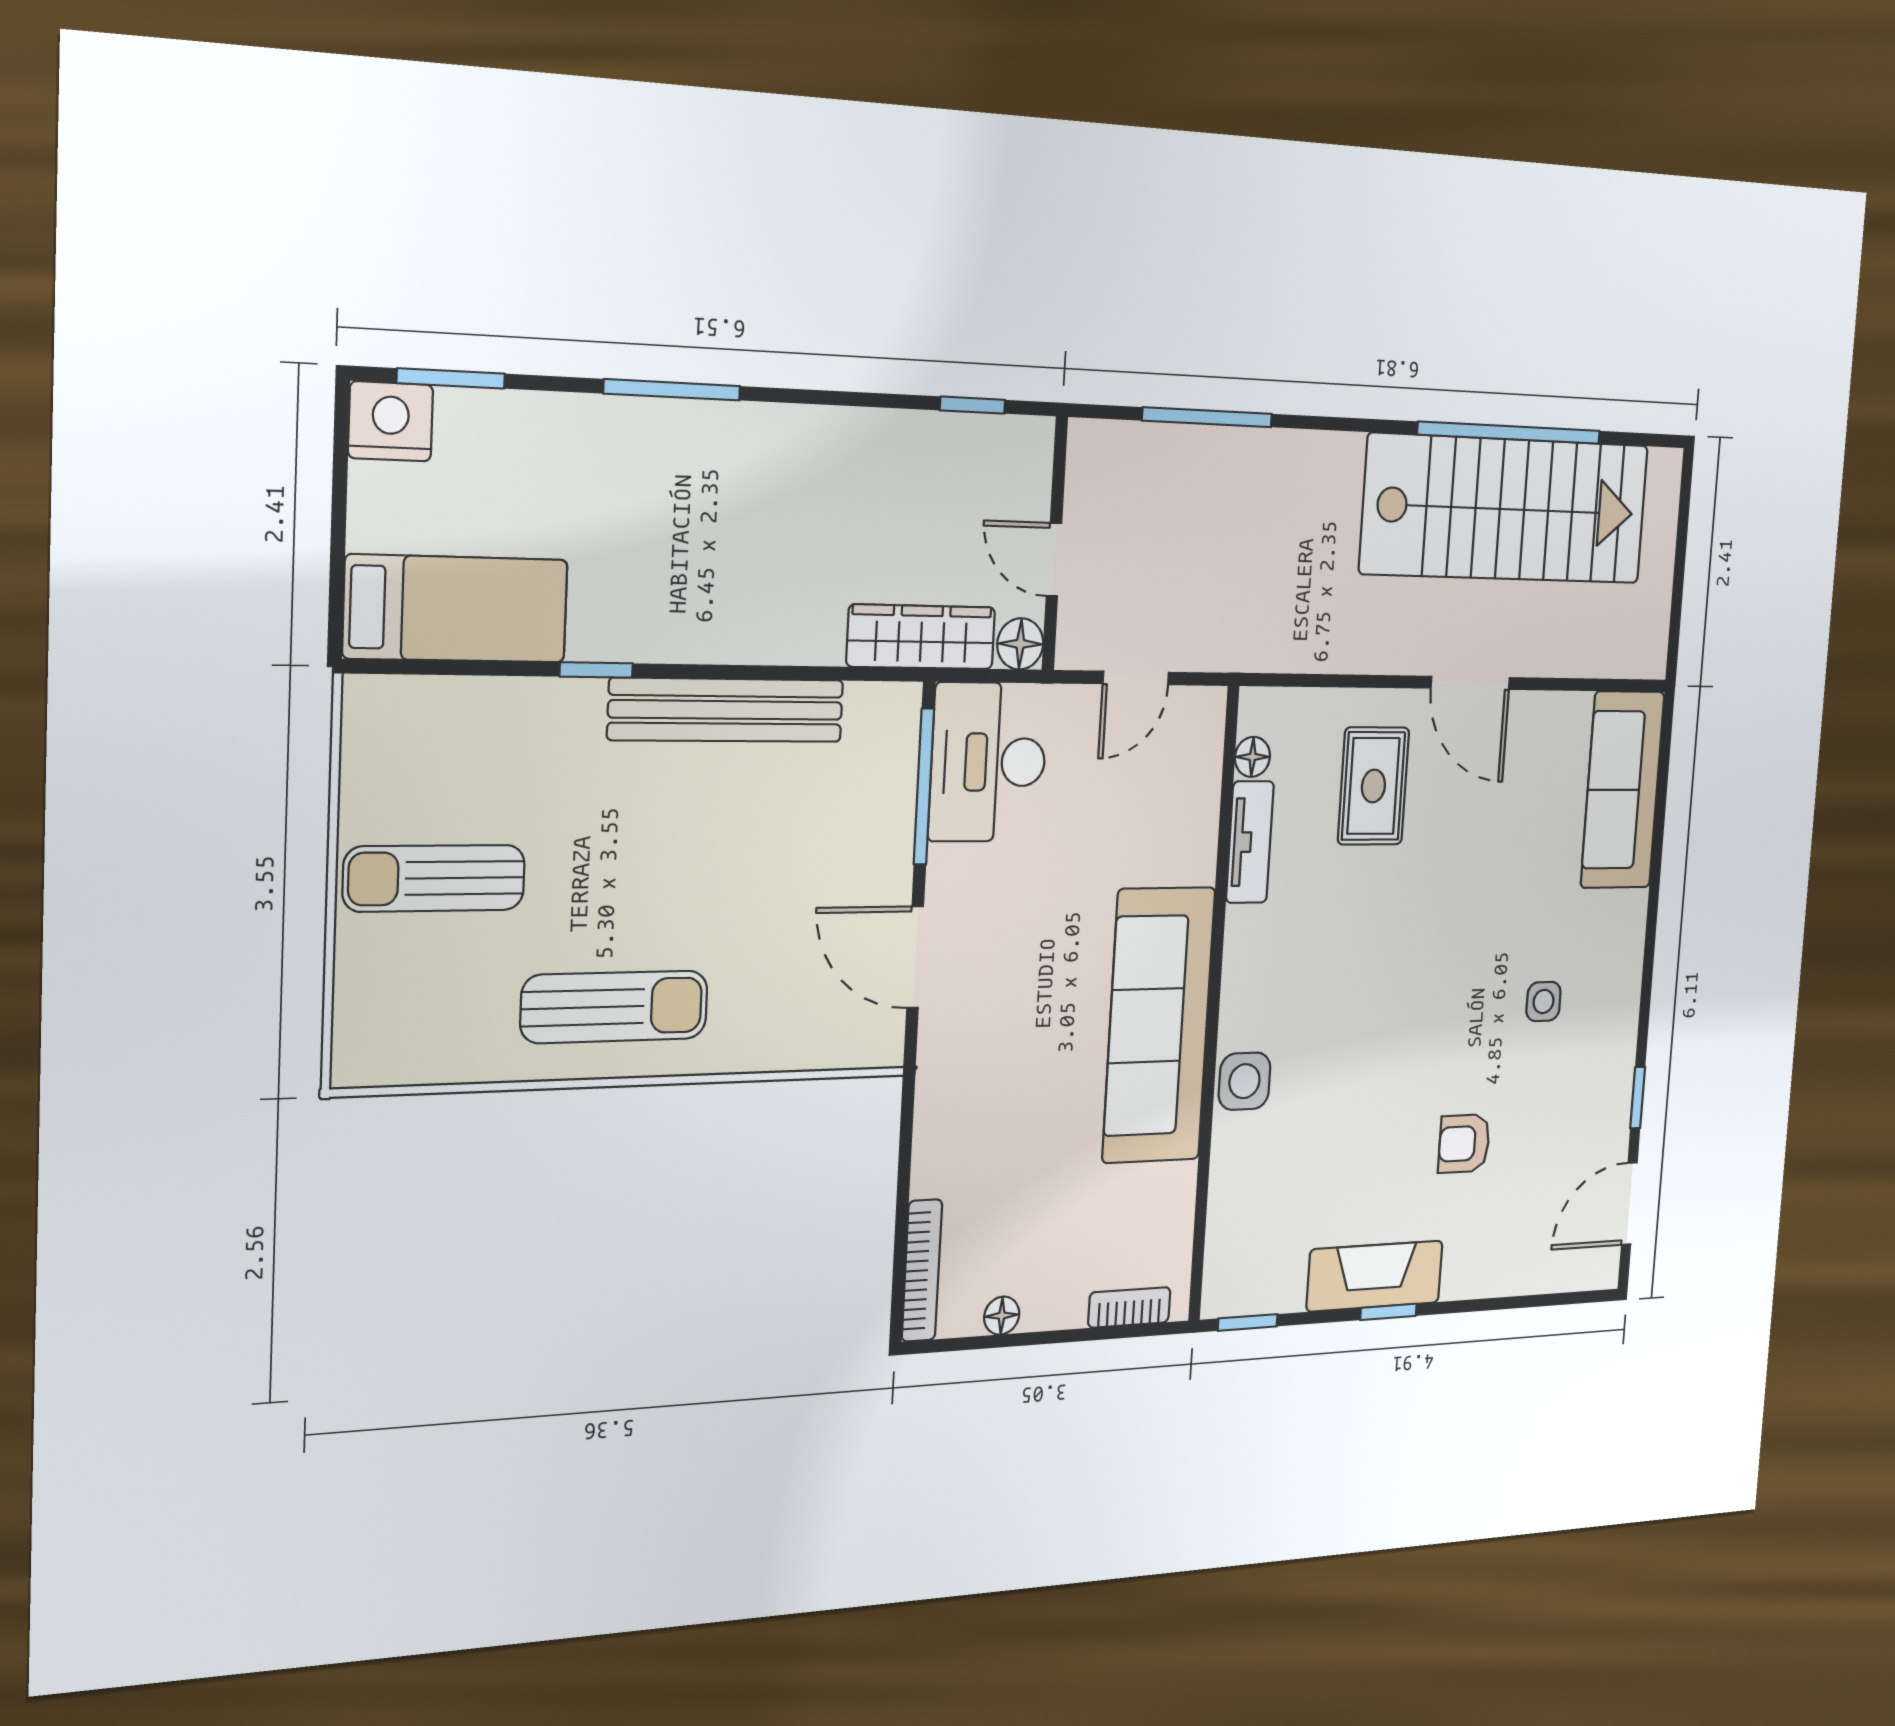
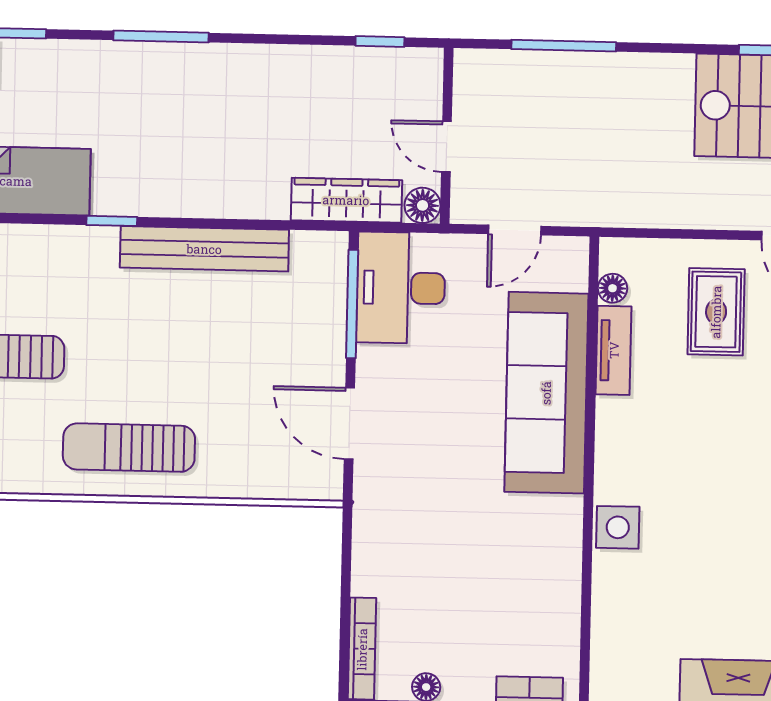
sun lounger: (615, 1007) -> (129, 448), turned 180
sofa: (1159, 1025) -> (546, 393), moved

